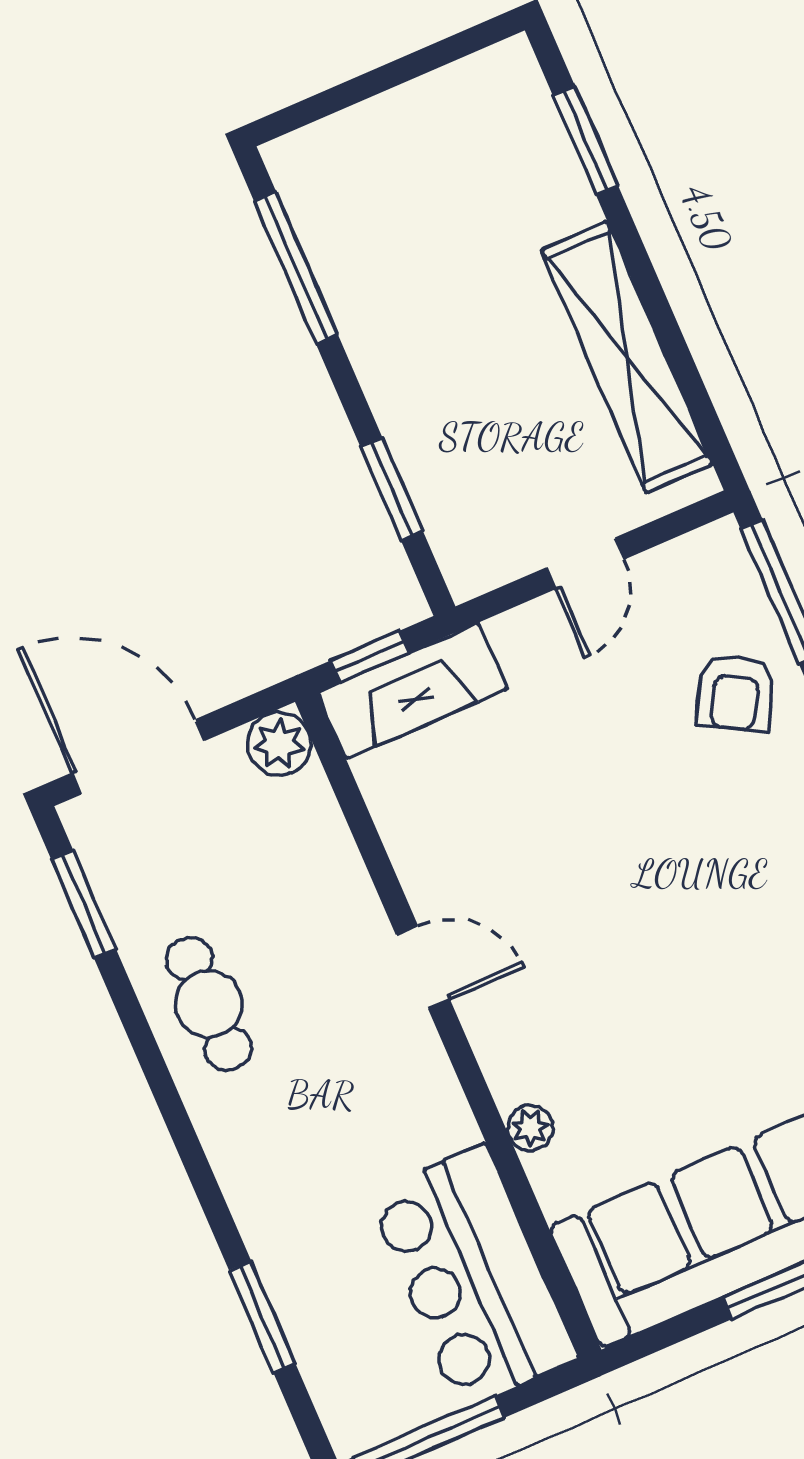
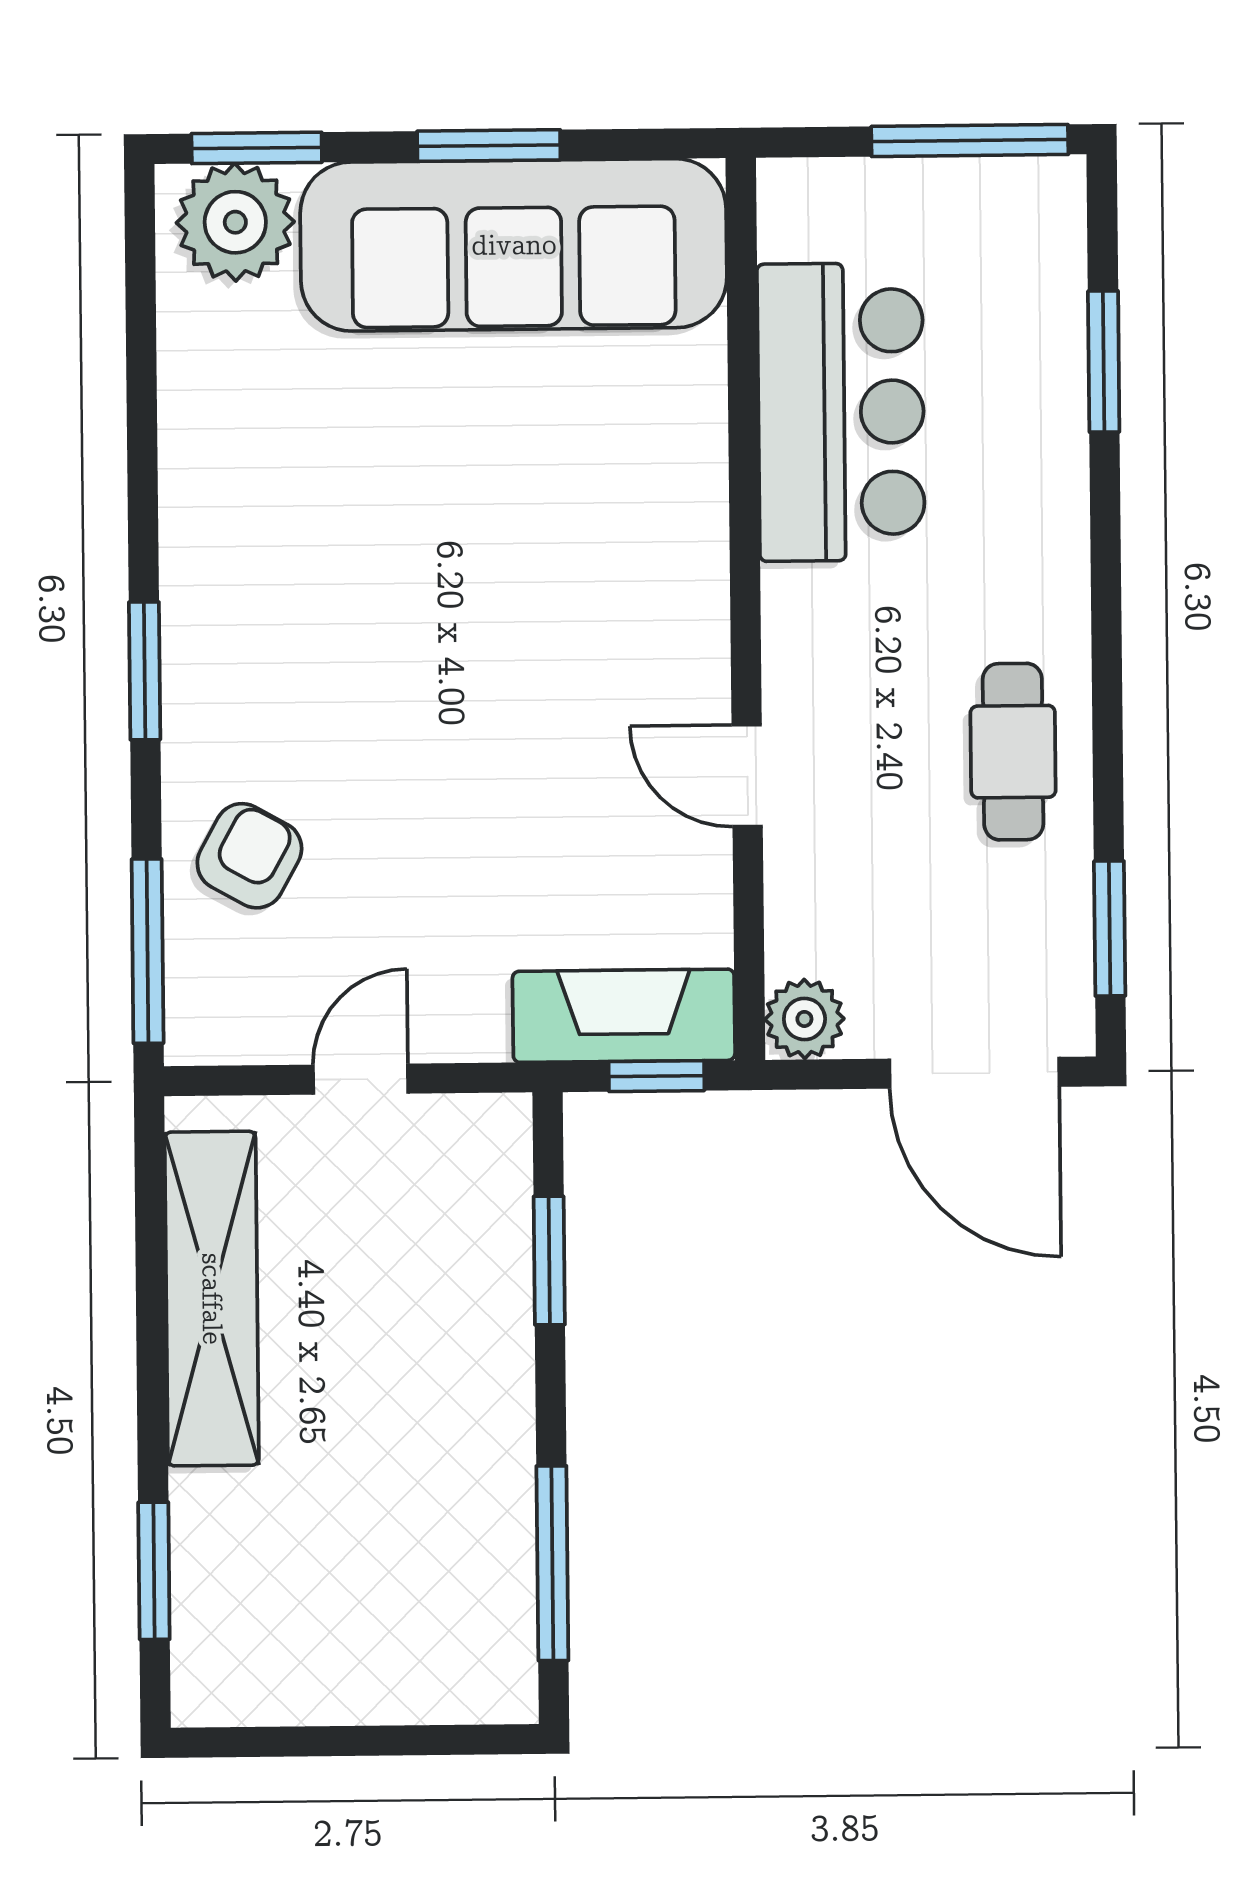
door: (423, 967) -> (747, 776), moved
plant: (530, 1128) -> (700, 450), removed
bar counter: (473, 1277) -> (841, 412), moved

